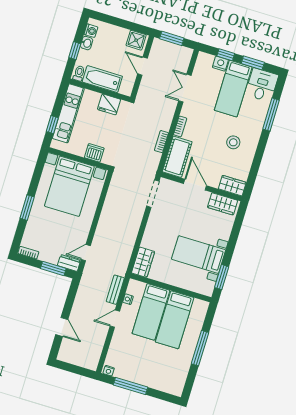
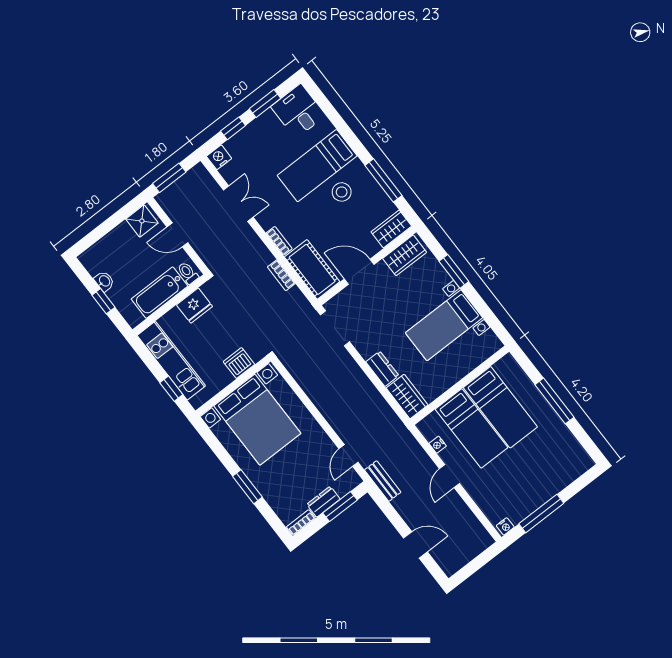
washing machine: (91, 31) -> (93, 266), removed
nightstand: (220, 64) -> (219, 157), moved
toilet: (79, 73) -> (188, 273), moved
double door: (185, 88) -> (238, 204), swing flipped
bed: (233, 89) -> (317, 166), moved, turned 90
window: (271, 115) -> (383, 180), moved
dresser: (149, 237) -> (382, 369), added
dresser: (69, 263) -> (323, 502), moved
window: (222, 277) -> (454, 271), moved
bench: (115, 290) -> (383, 481), moved

